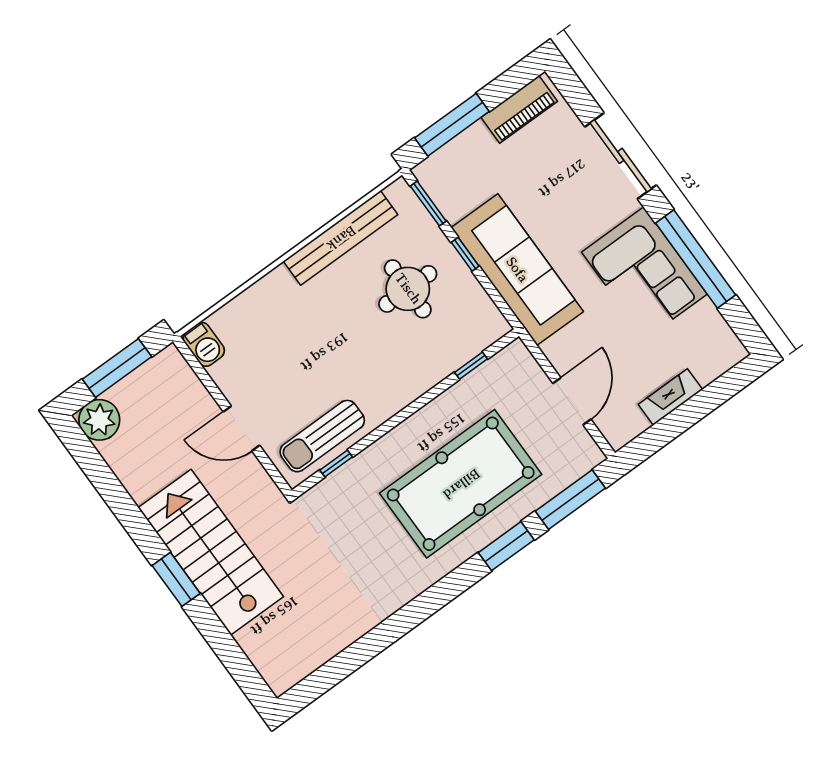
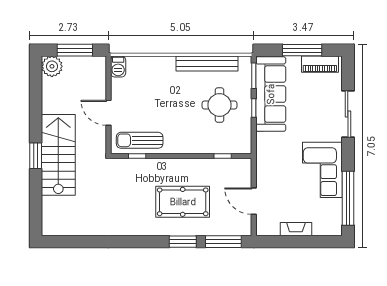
window: (452, 125) -> (302, 50), moved
window: (696, 259) -> (348, 198), moved
sofa: (517, 270) -> (271, 94), moved
door: (572, 401) -> (254, 201), swing flipped
pool table: (461, 484) -> (183, 202), width x0.73, depth x0.76

